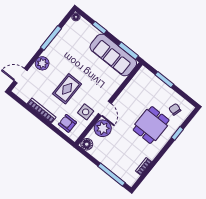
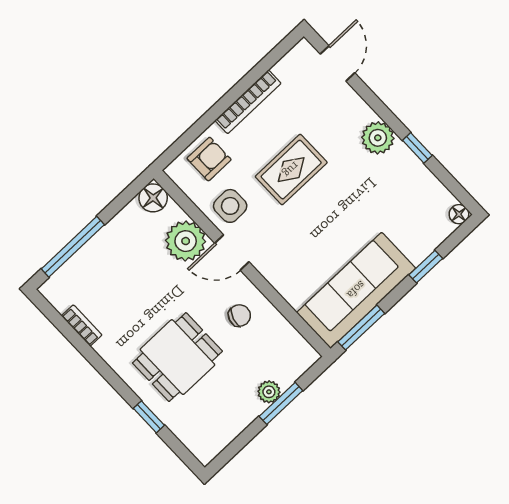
window: (51, 38) -> (417, 148), width x0.46
plant: (42, 63) -> (378, 138), moved
plant: (160, 85) -> (269, 392), added
rug: (67, 89) -> (291, 170), turned 90
chair: (175, 109) -> (239, 316), moved
dining table: (151, 125) -> (177, 357), turned 90

